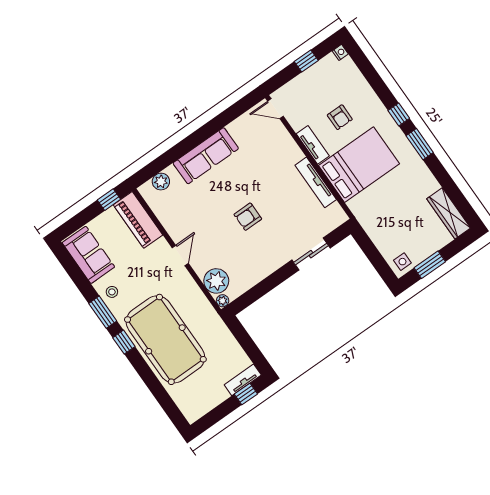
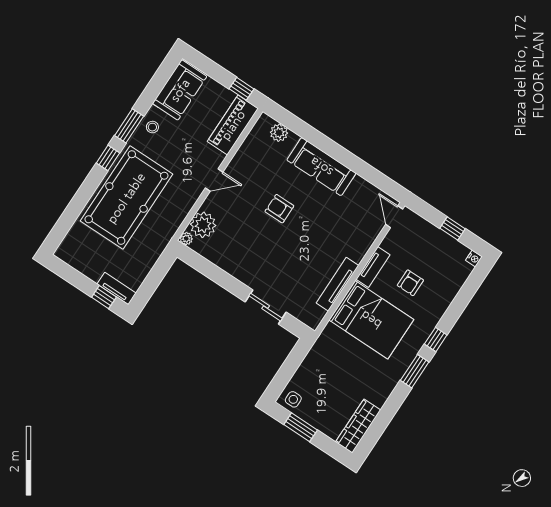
armchair: (248, 217) -> (279, 209), moved

